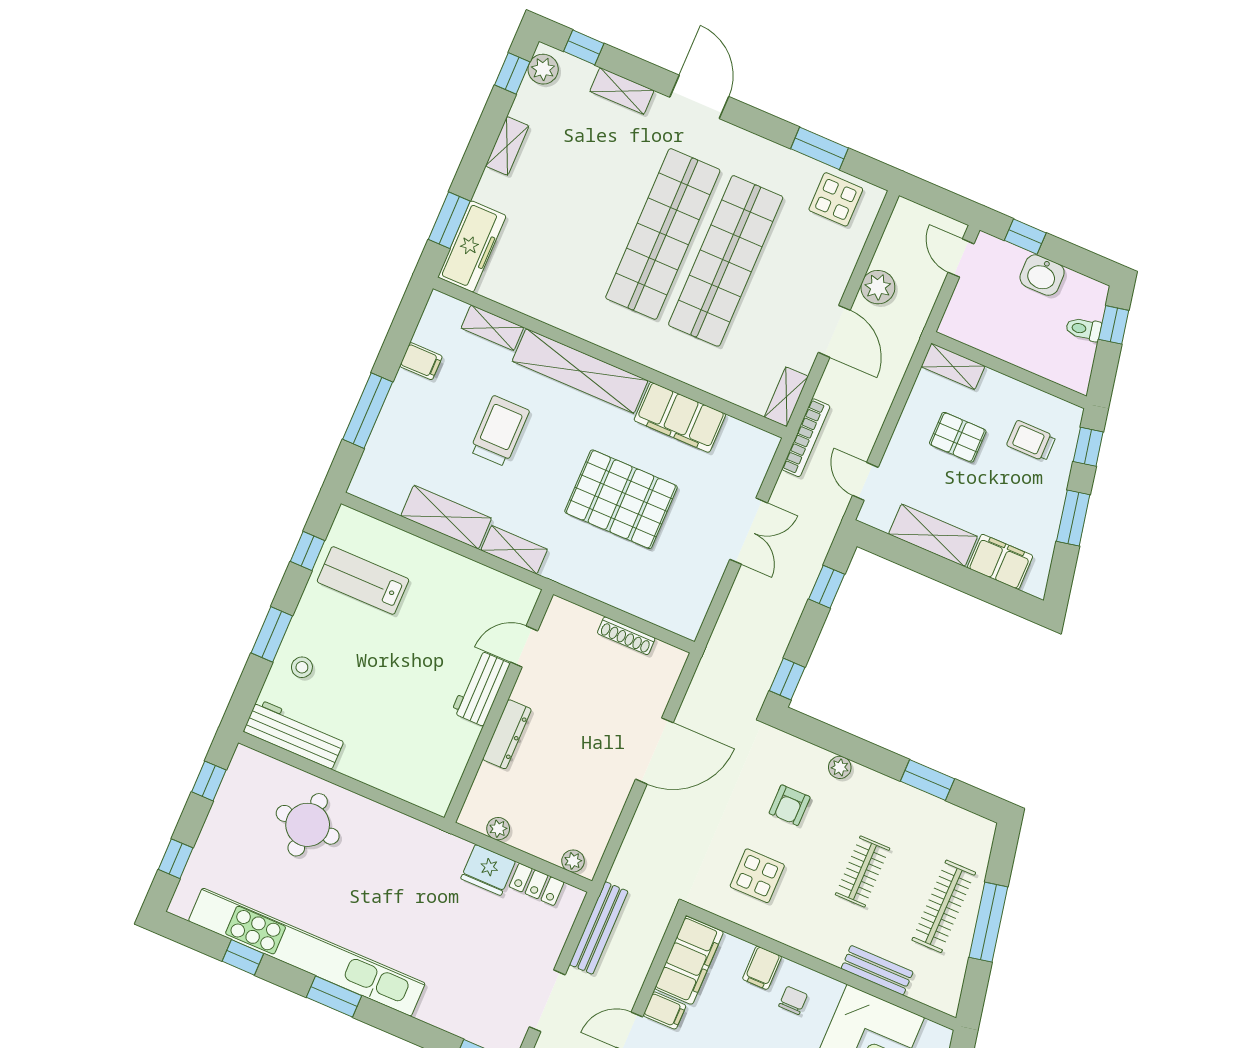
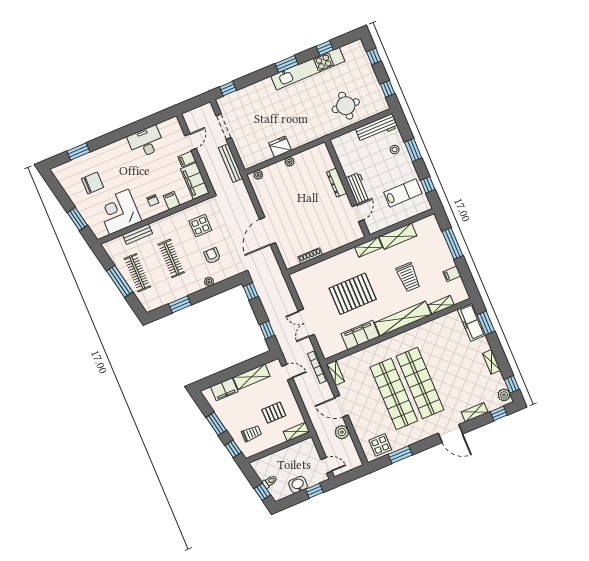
door: (524, 647) -> (358, 213), moved
workbench: (481, 688) -> (358, 188), moved
wall: (499, 706) -> (347, 188), moved
dresser: (507, 734) -> (337, 183), moved
clothes rail: (863, 871) -> (171, 258), width x1.36
locker: (537, 884) -> (262, 157), removed
kitchen unit: (307, 952) -> (308, 69), width x0.73

